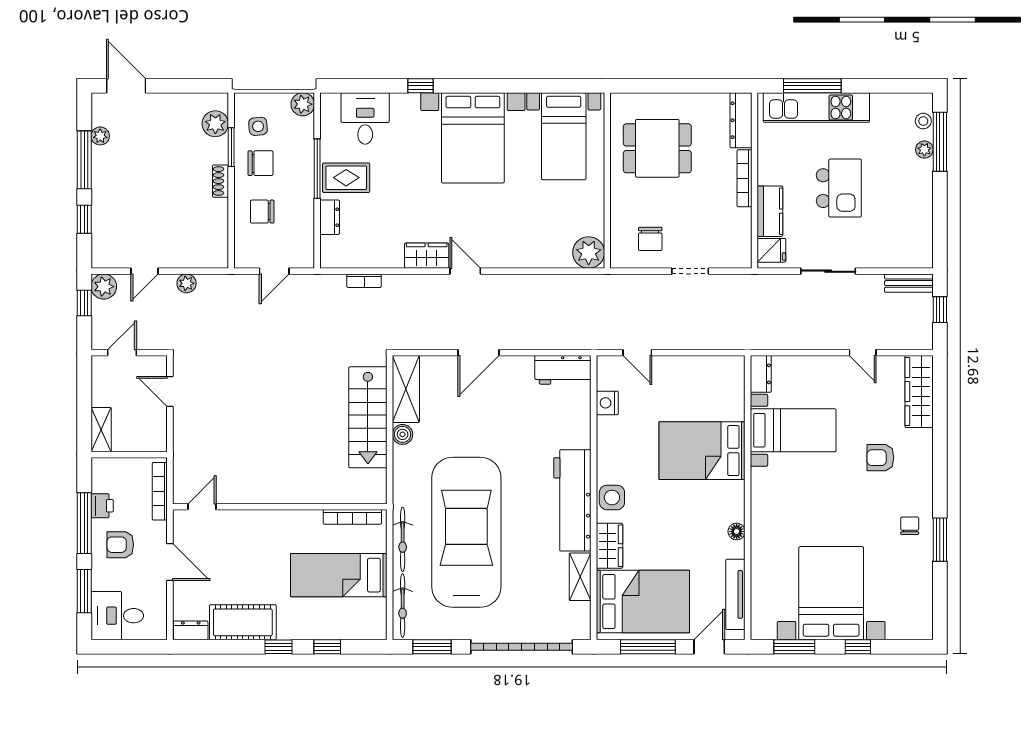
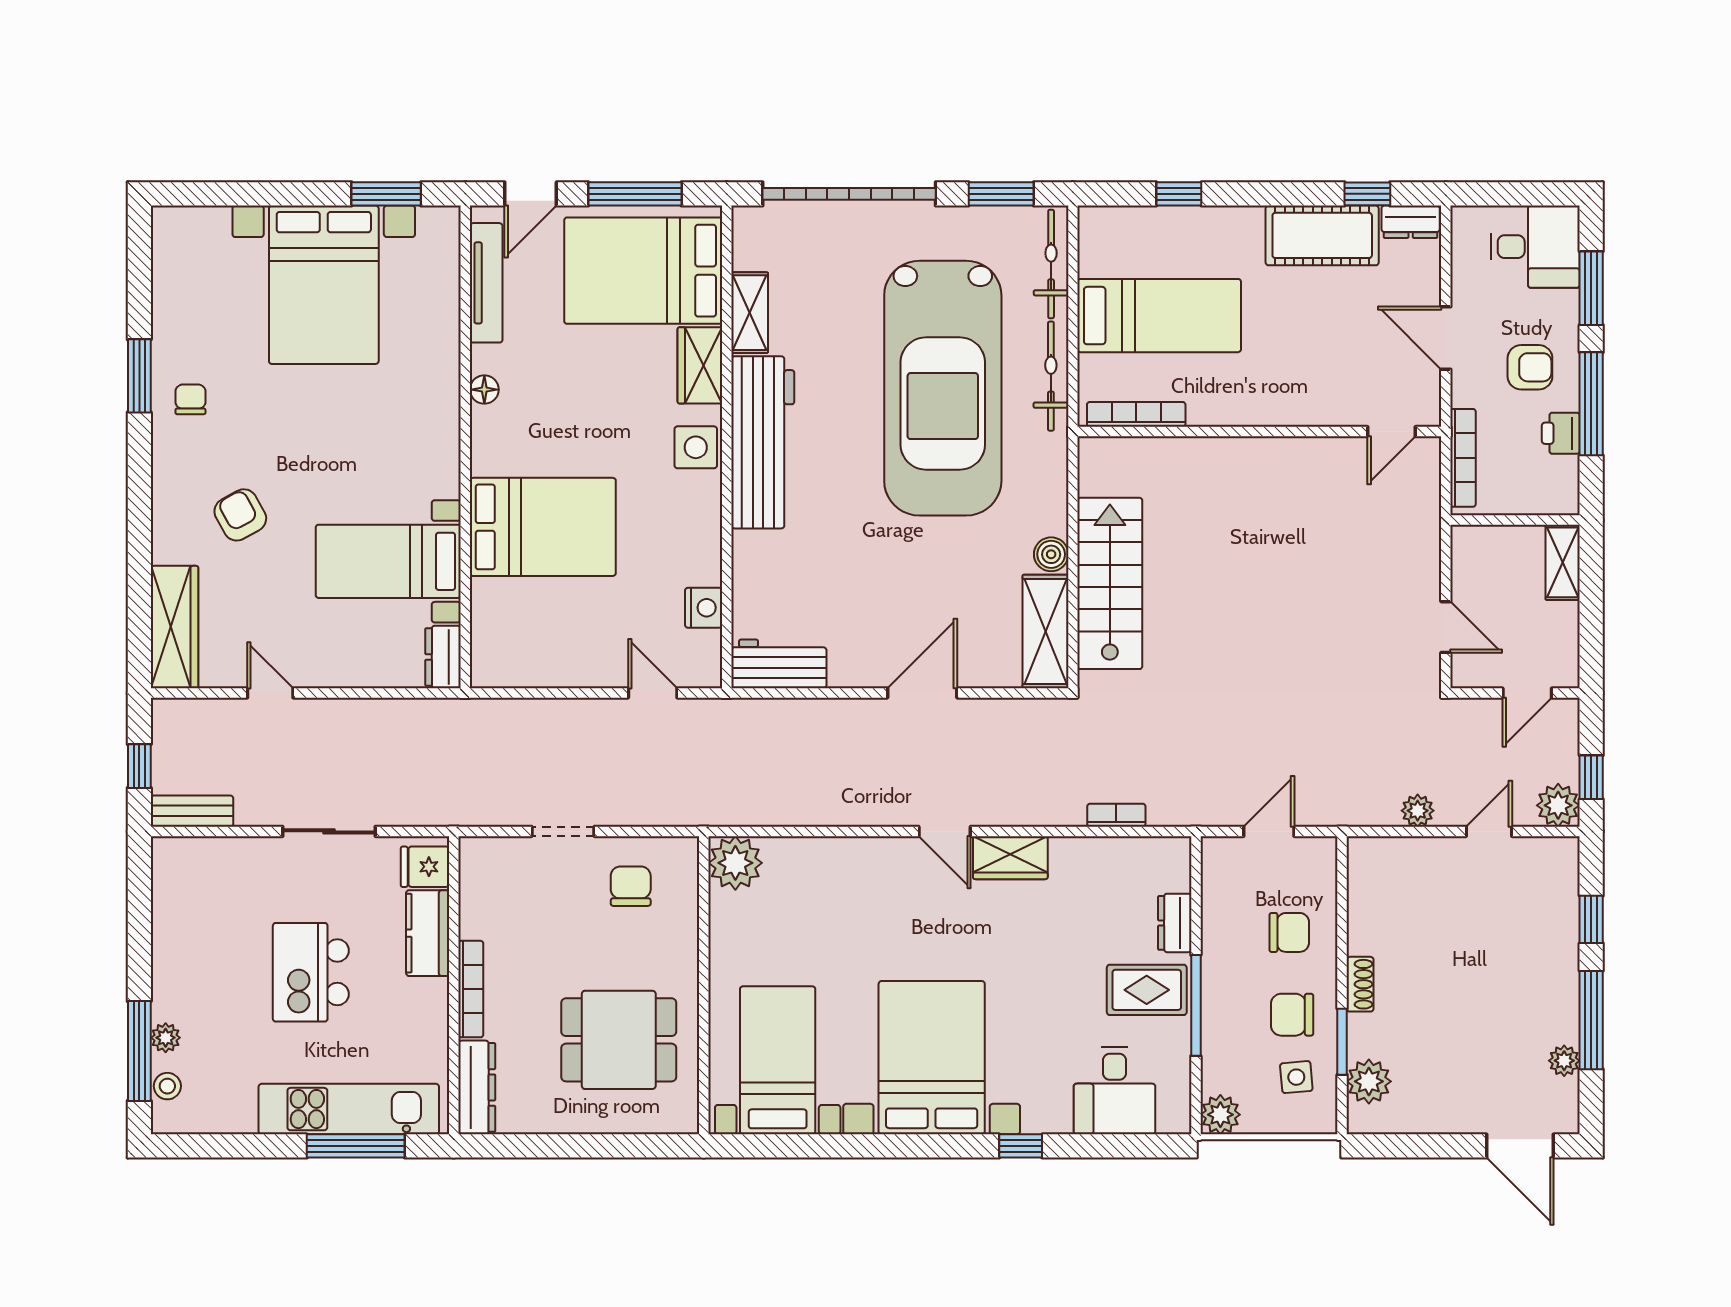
armchair: (880, 458) -> (240, 515), turned -119
chair: (910, 526) -> (190, 399), turned 180
window: (278, 647) -> (1367, 194), moved
window: (858, 647) -> (278, 194), removed

